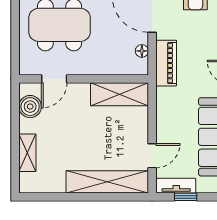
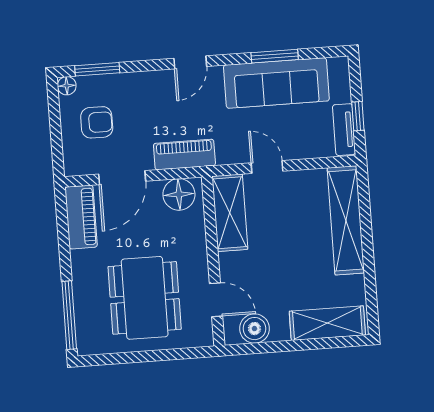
floor lamp: (142, 51) -> (179, 194), width x1.89, depth x1.89
shelving: (27, 153) -> (327, 323), width x1.50, depth x1.33
door: (152, 156) -> (267, 167), moved

